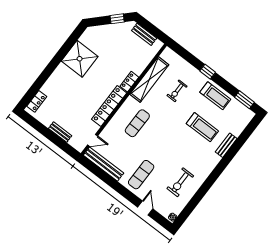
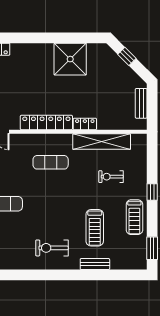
window: (117, 19) -> (127, 56), moved
exercise bike: (180, 182) -> (52, 248), moved

